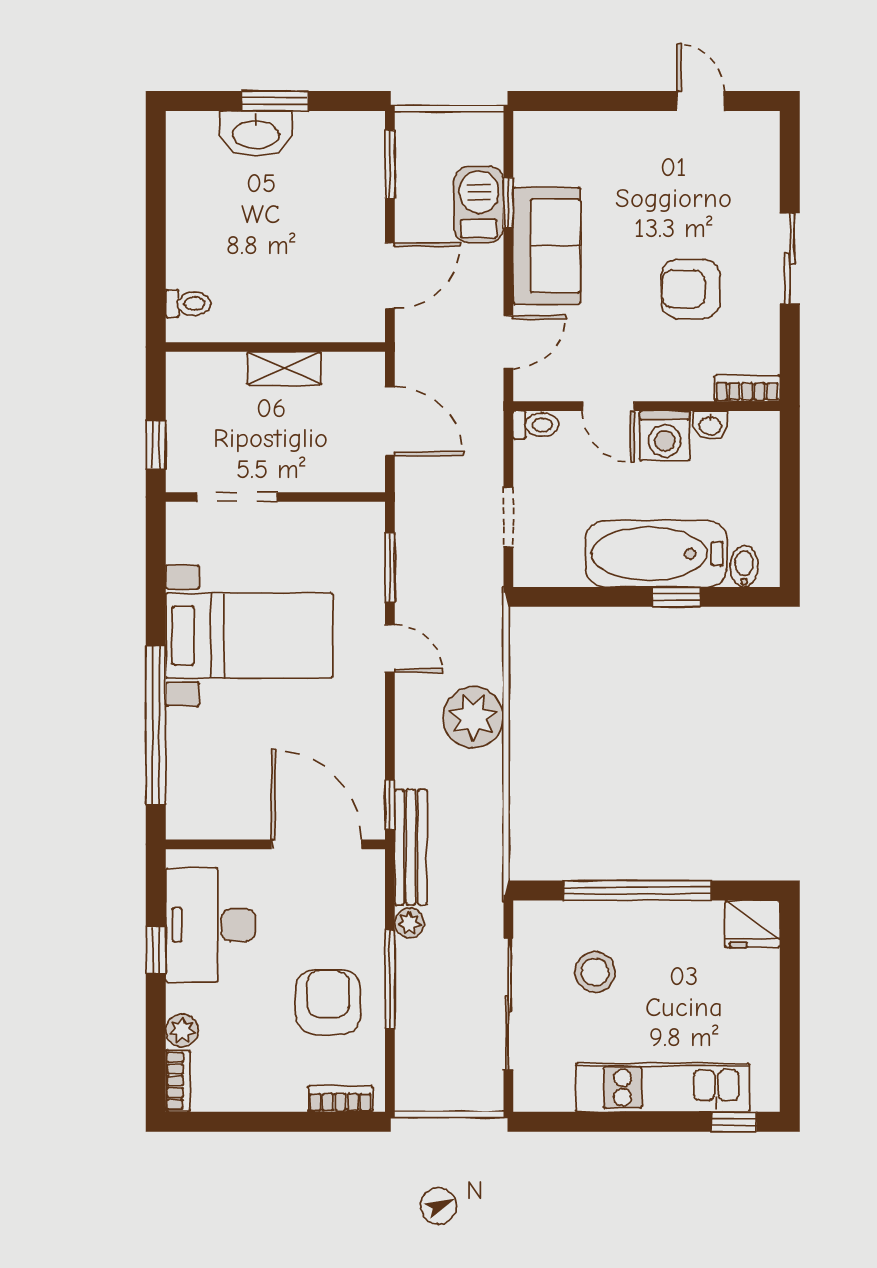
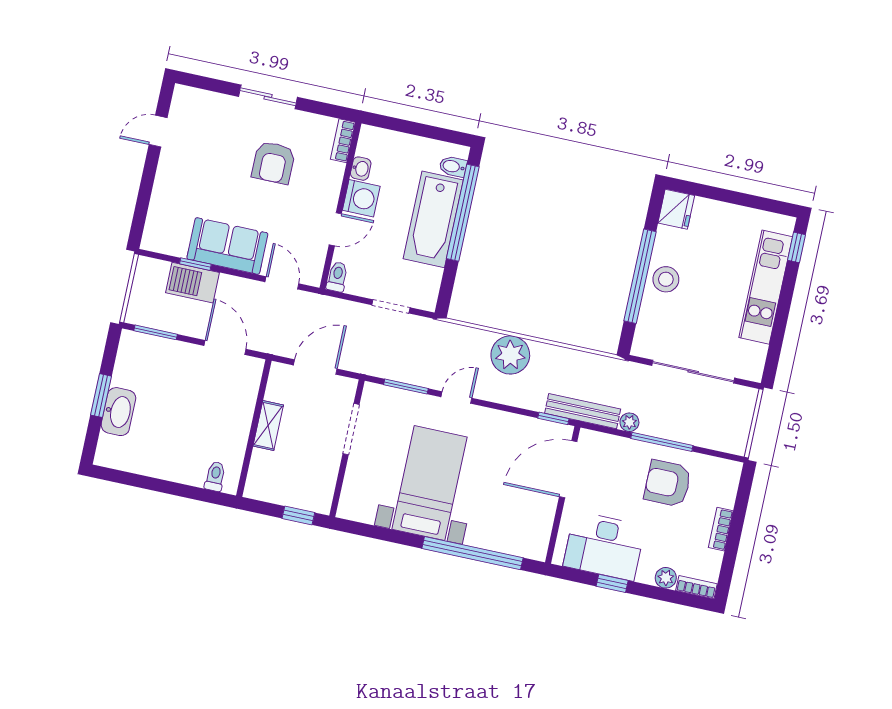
doorway: (237, 497) -> (351, 429), moved
window: (676, 597) -> (463, 213), width x3.17
stool: (595, 972) -> (666, 279), moved
bookcase: (340, 1099) -> (721, 529), moved

